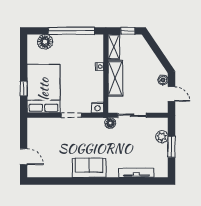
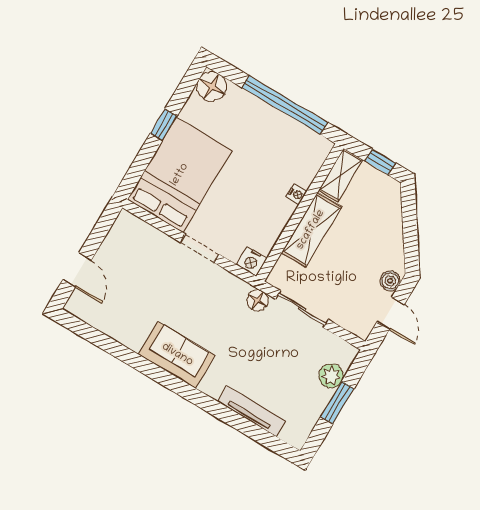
floor lamp: (45, 42) -> (212, 87), moved
window: (24, 88) -> (164, 125), moved

